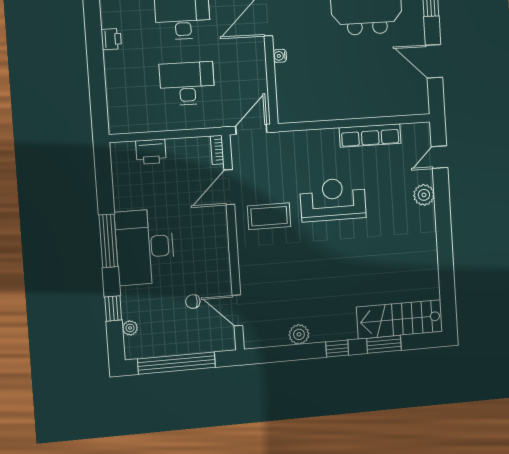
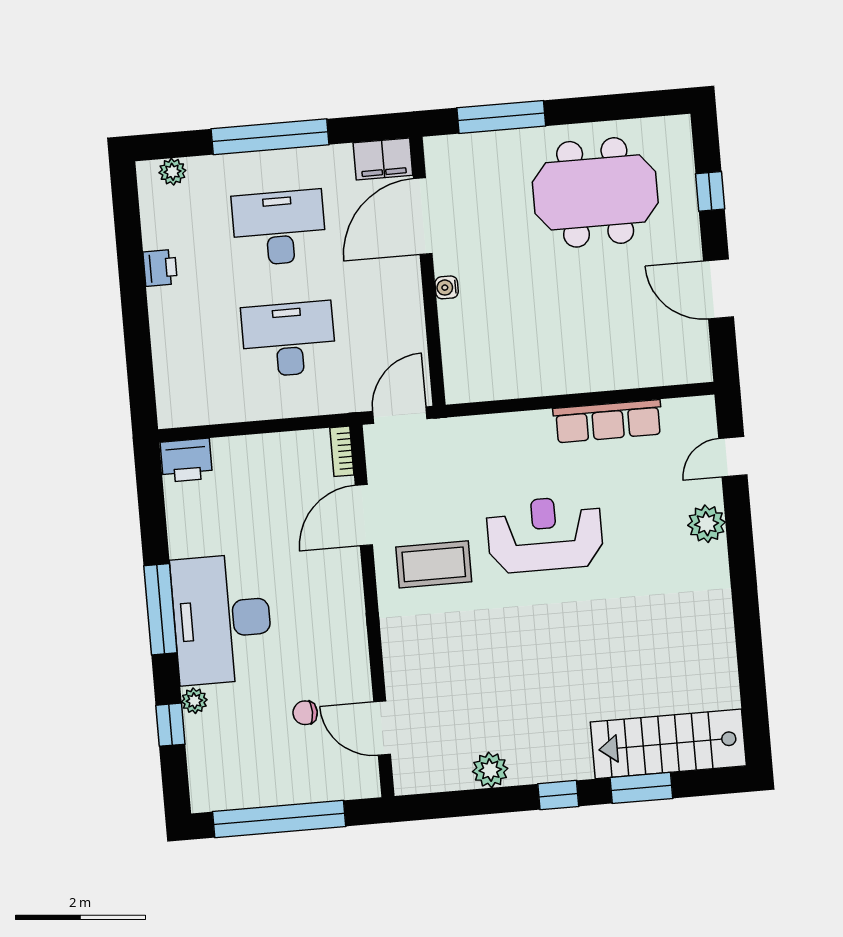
printer: (151, 152) -> (186, 460), moved
plant: (130, 328) -> (194, 701), moved

